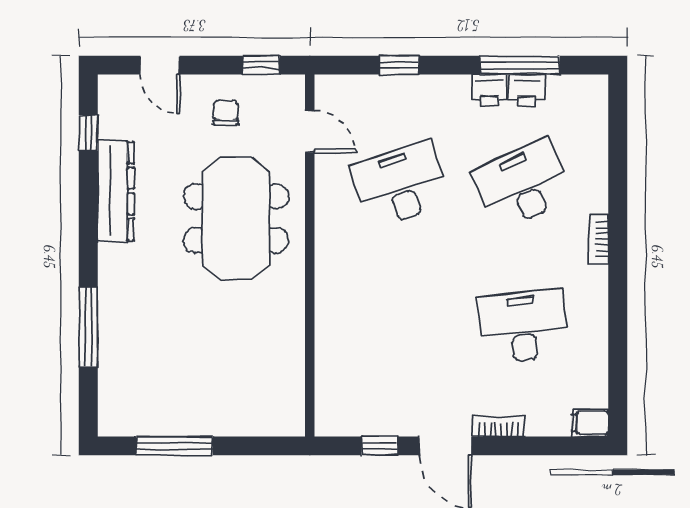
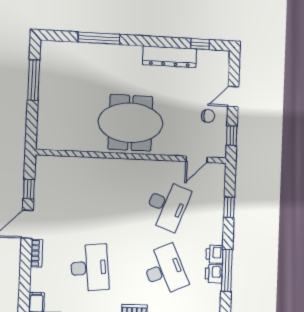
door: (160, 65) -> (233, 97), moved
desk: (400, 185) -> (167, 205), turned 39
meeting table: (236, 218) -> (130, 123), moved

